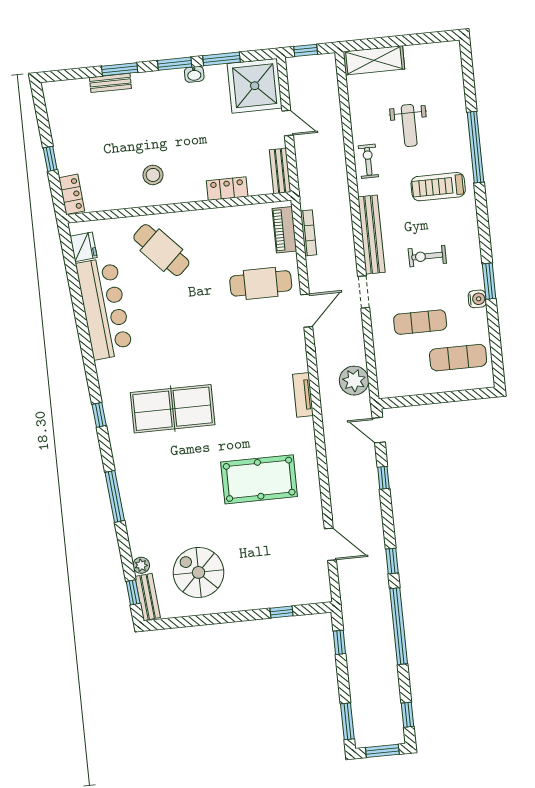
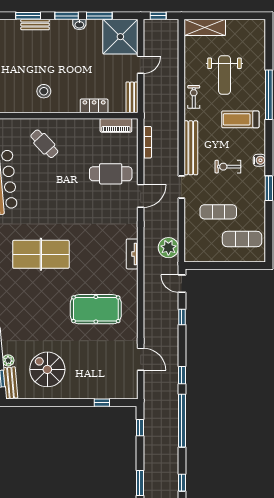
bench: (110, 83) -> (35, 25), moved
door: (288, 123) -> (141, 65), hinge flipped
weight bench: (409, 125) -> (224, 75), width x1.36, depth x1.33
piano: (284, 230) -> (116, 125), moved, turned -90
cafe table: (161, 250) -> (44, 144), width x0.73, depth x0.74
water cooler: (477, 299) -> (259, 160), moved

